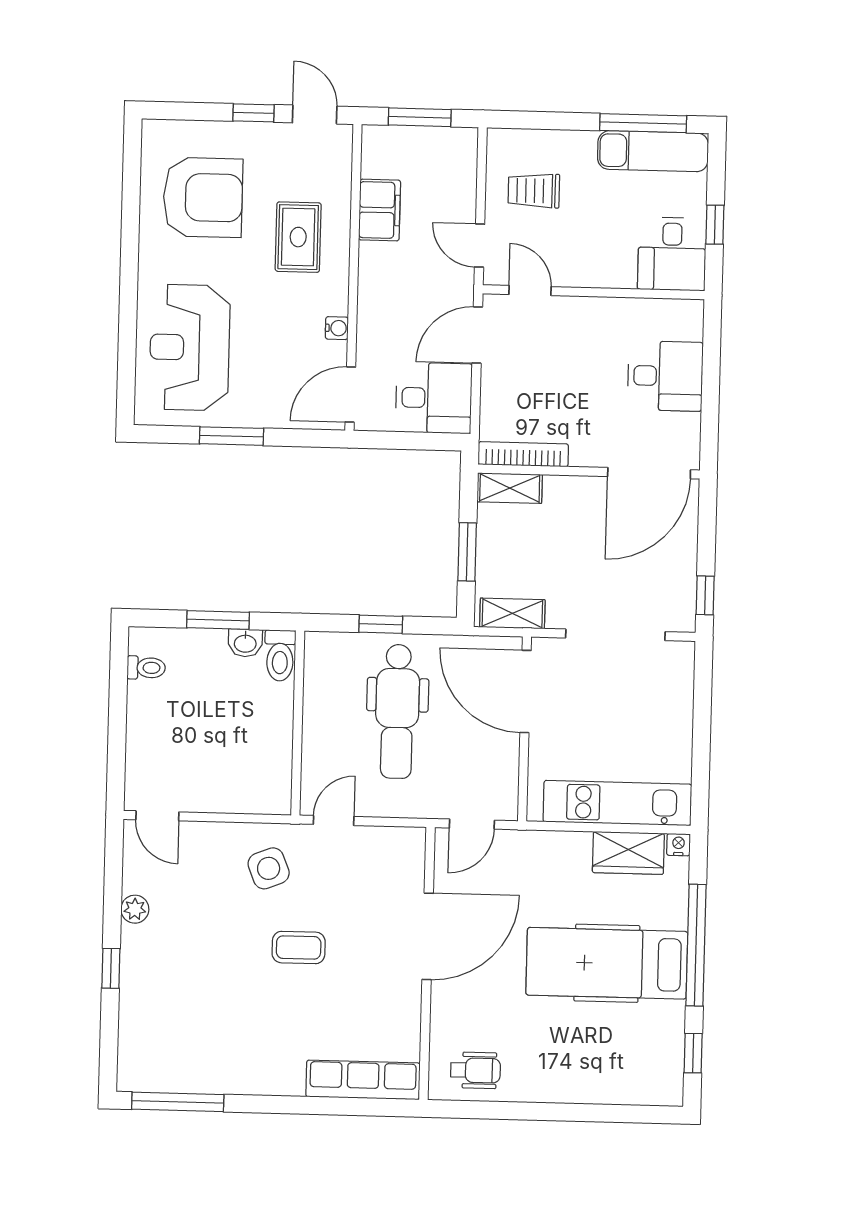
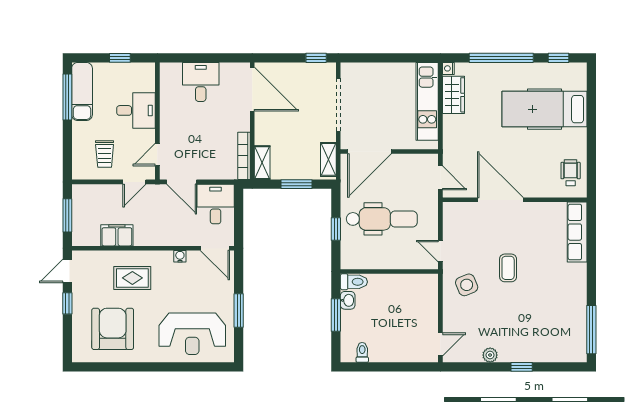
desk: (672, 254) -> (136, 110), moved
hospital bed: (607, 963) -> (544, 109), moved, turned 90

